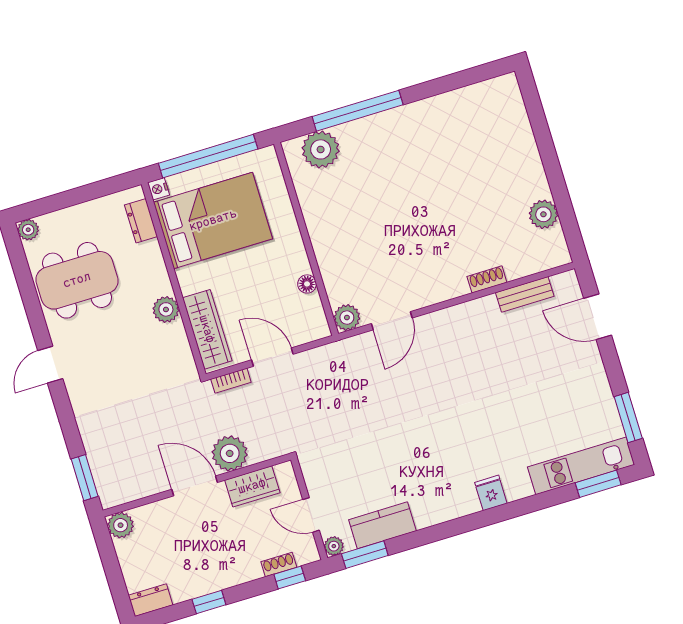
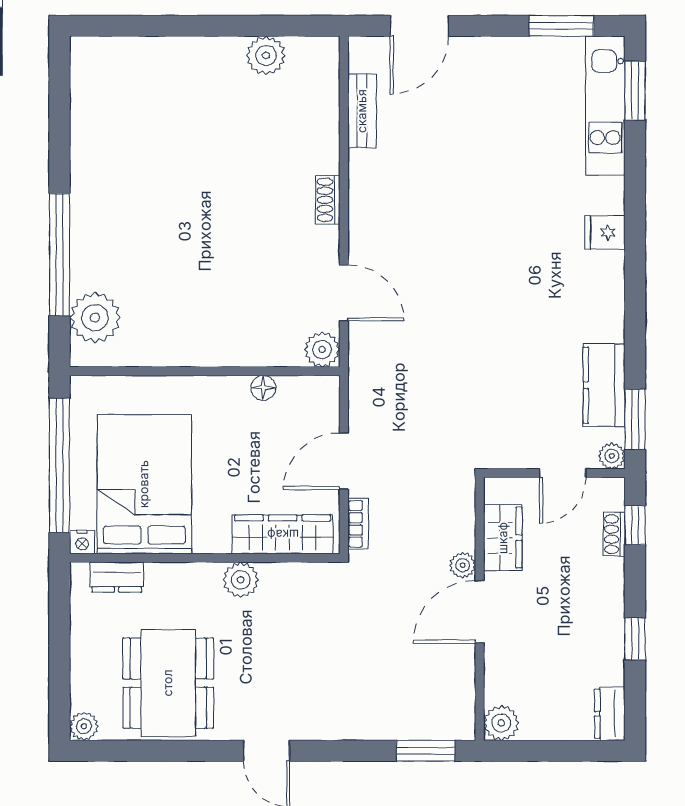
shoe rack: (487, 279) -> (328, 200), moved
plant: (230, 453) -> (463, 565), width x0.53, depth x0.53

